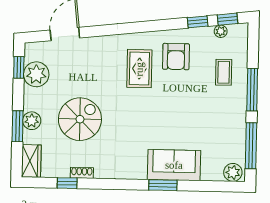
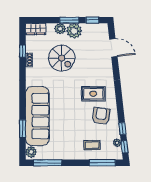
armchair: (176, 57) -> (101, 116), turned 97
plant: (36, 74) -> (74, 31), moved
window: (252, 90) -> (102, 163), moved
window: (18, 126) -> (69, 20), moved
sofa: (174, 165) -> (37, 116), width x1.85, depth x1.27
window: (163, 185) -> (23, 129), moved

